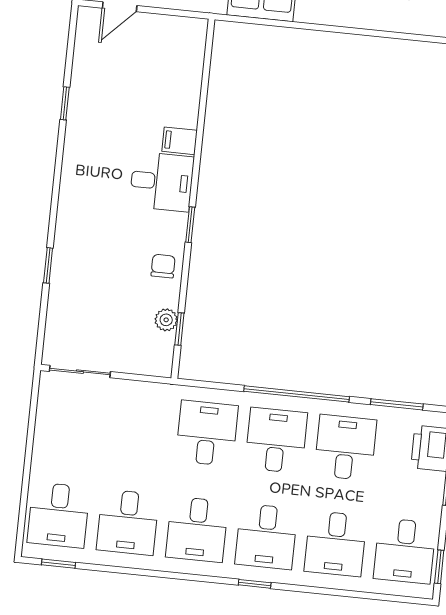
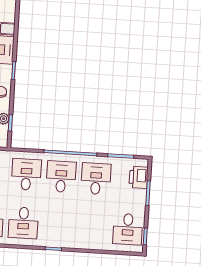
desk: (266, 536) -> (58, 225), removed
desk: (335, 544) -> (93, 227), removed

